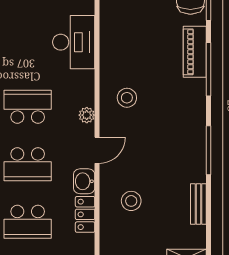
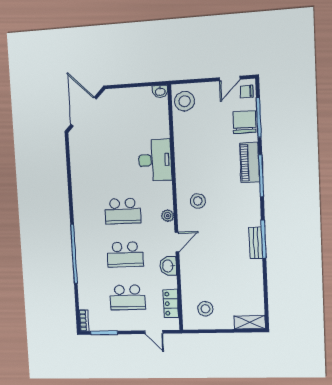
school desk: (28, 107) -> (123, 211), turned 180
stool: (131, 201) -> (205, 309), moved
bench: (198, 204) -> (256, 243), moved
locker: (85, 214) -> (171, 304), moved

